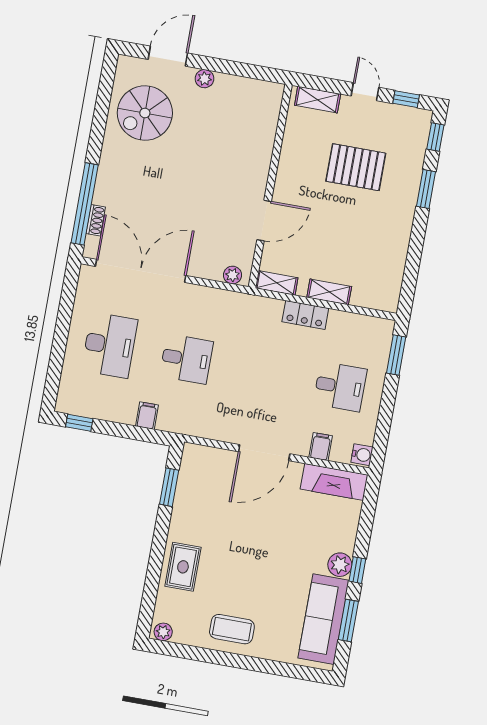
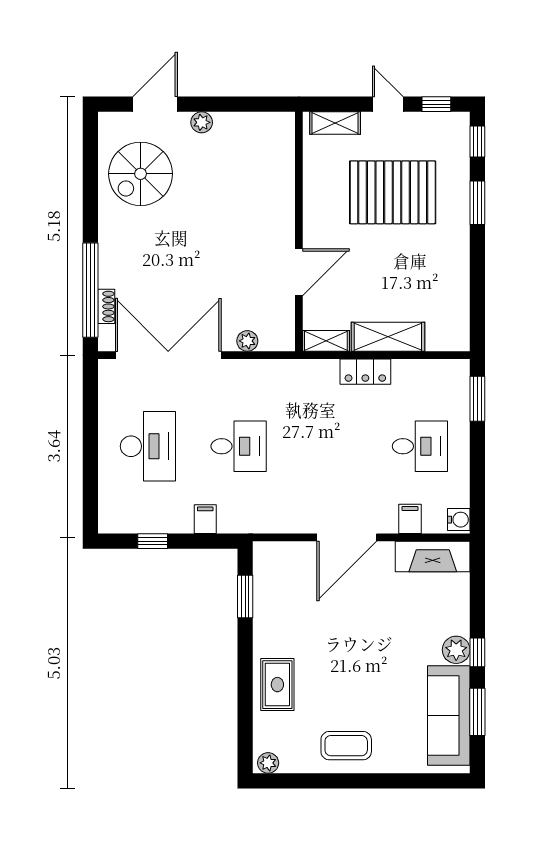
pallet: (356, 167) -> (393, 192), width x1.37, depth x1.41
plant: (233, 275) -> (247, 341), moved
shelving: (329, 292) -> (388, 337), width x1.50, depth x1.33
window: (79, 423) -> (153, 541), moved

